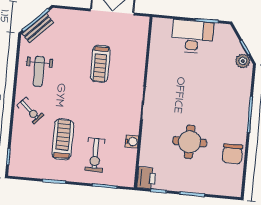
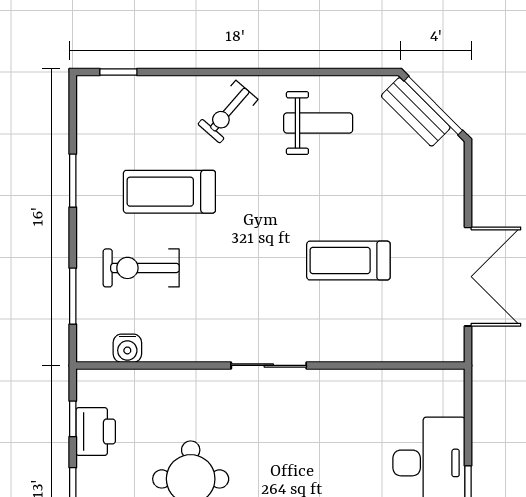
weight bench: (39, 71) -> (318, 123), turned 180
treadmill: (63, 139) -> (169, 192), turned 180
water cooler: (132, 142) -> (127, 348), moved
printer: (146, 178) -> (96, 432), moved, turned -90

